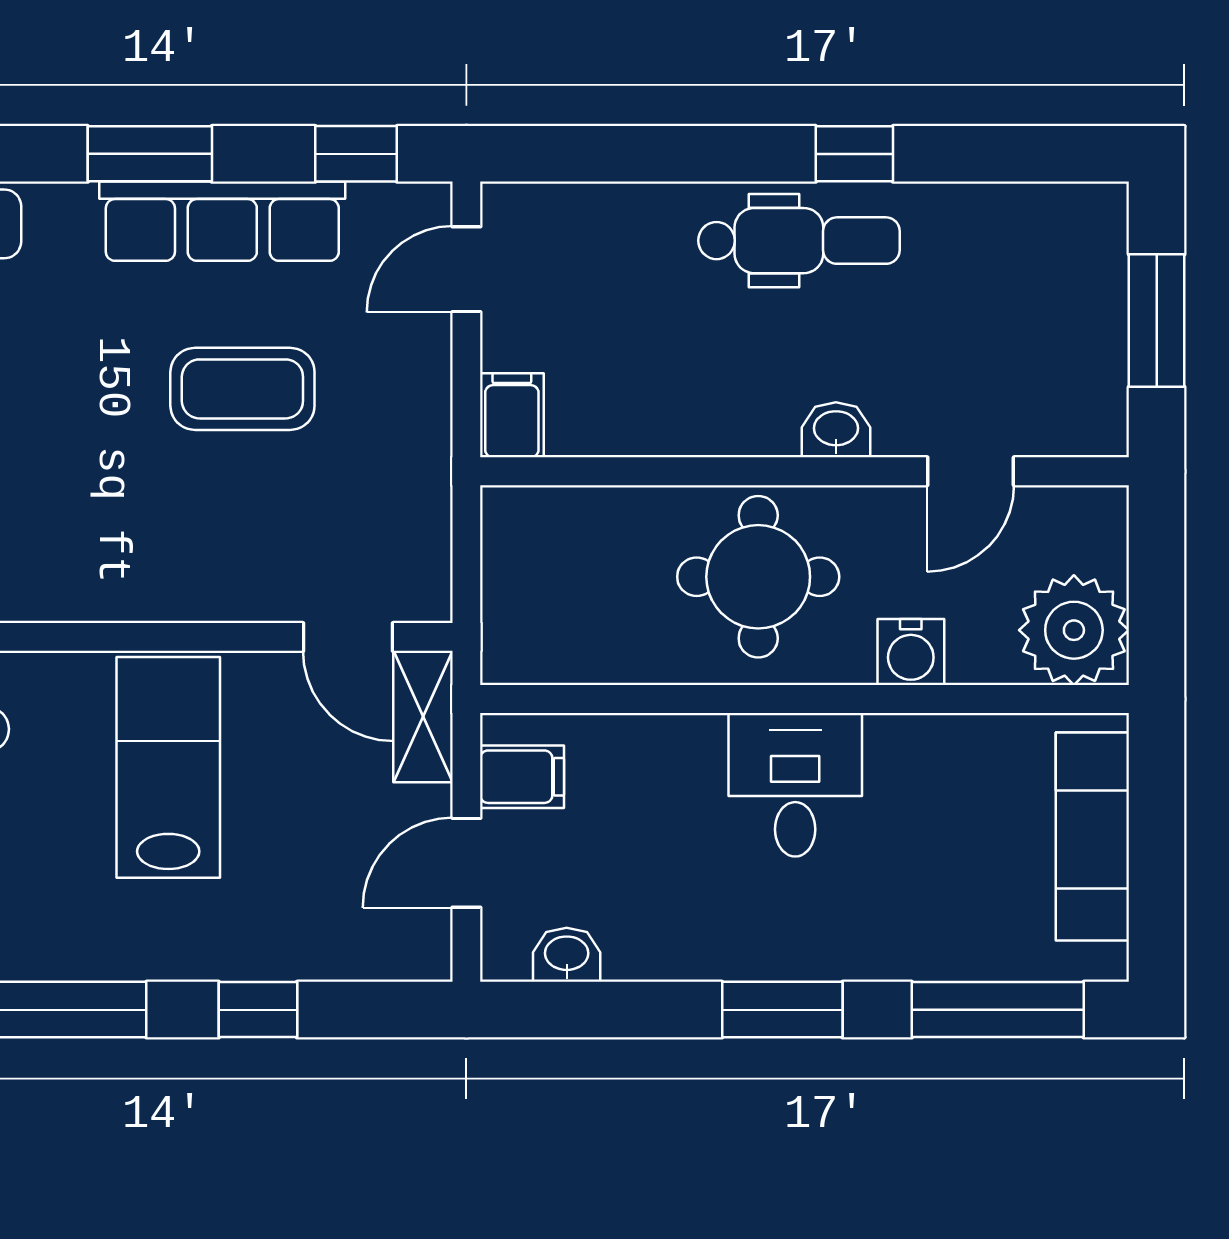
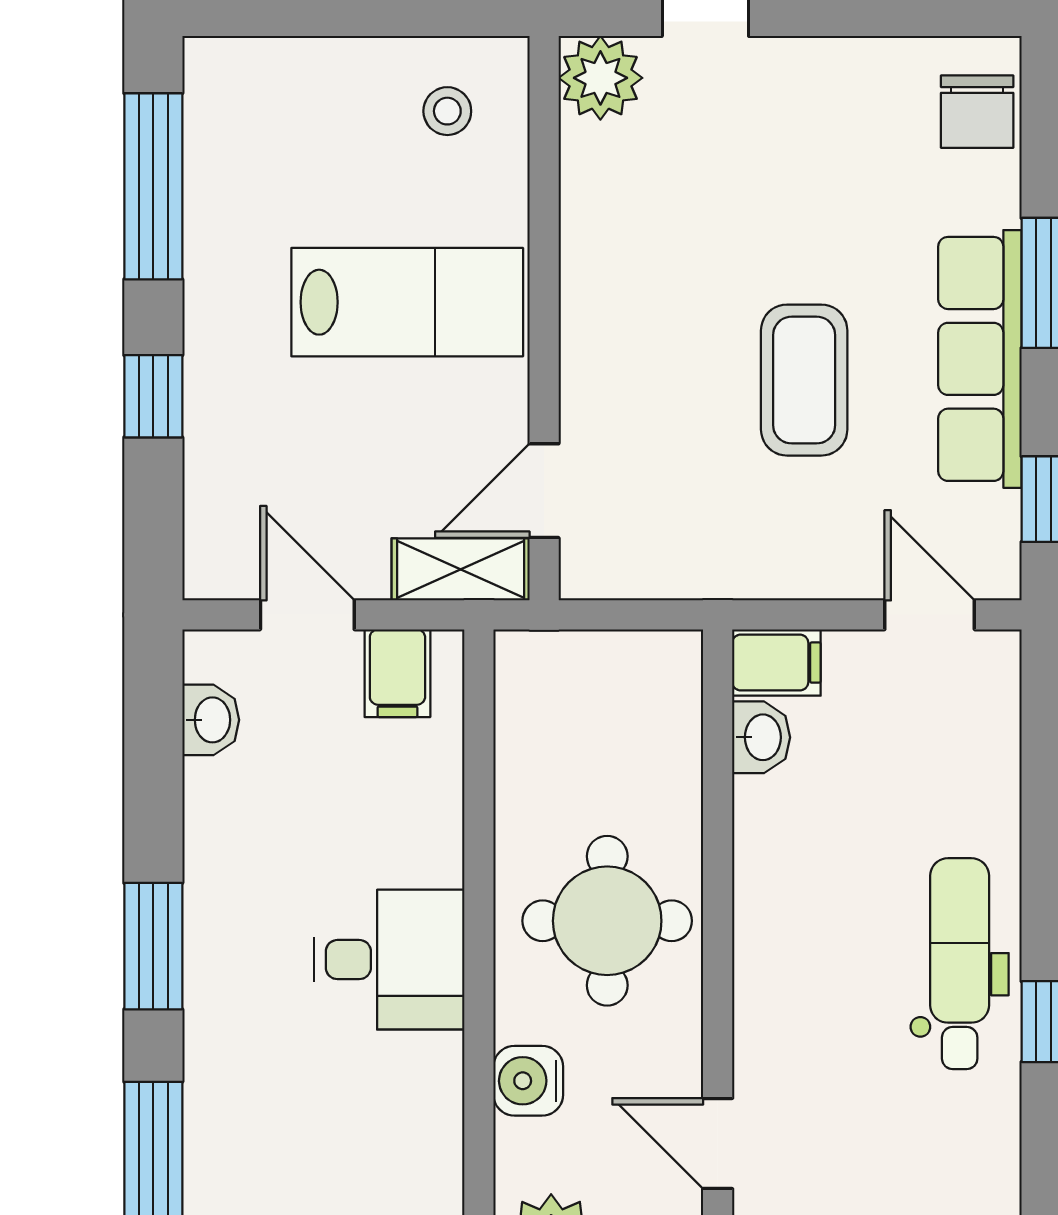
dental chair: (799, 241) -> (960, 964), turned 180
washbasin: (836, 430) -> (761, 737), moved

